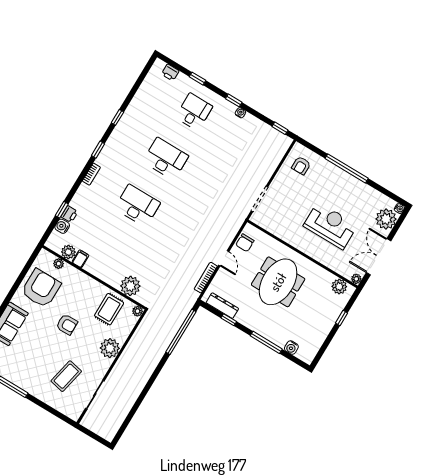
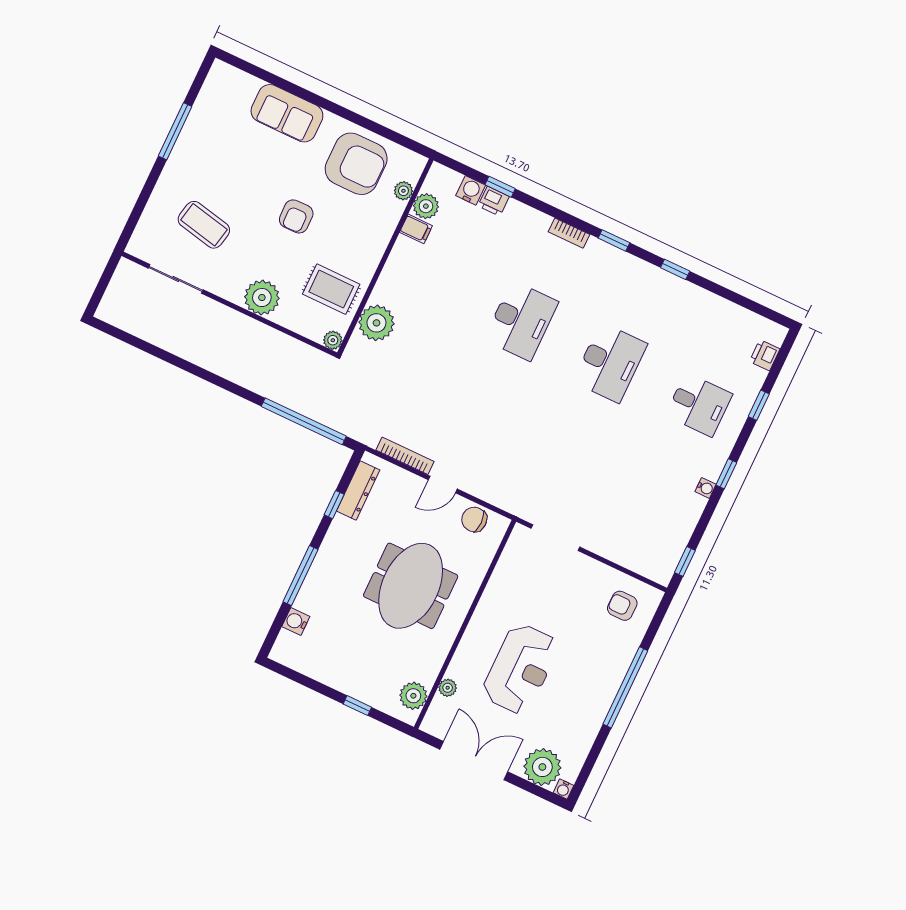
plant: (356, 279) -> (448, 688), moved
meeting table: (278, 282) -> (411, 586), turned 90

